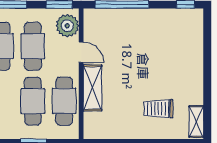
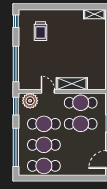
door: (81, 52) -> (48, 91), hinge flipped
trolley: (158, 109) -> (41, 31), moved

